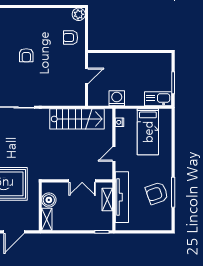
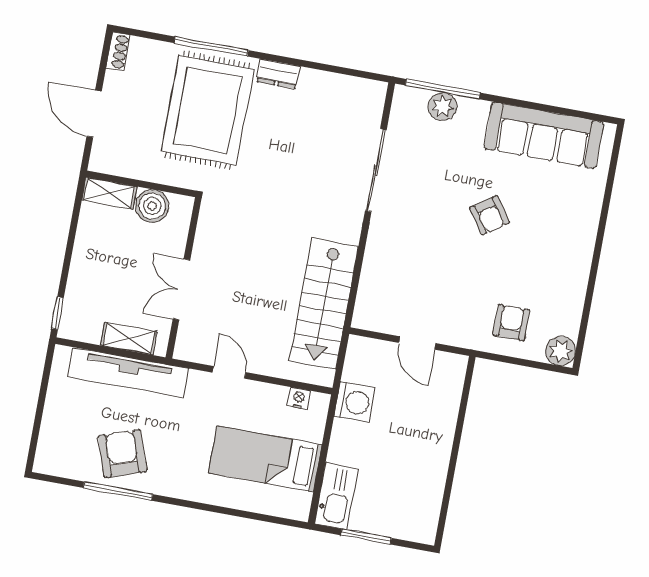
armchair: (26, 55) -> (489, 215), turned -125

